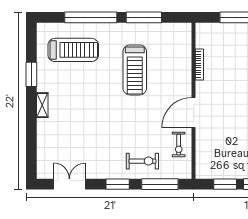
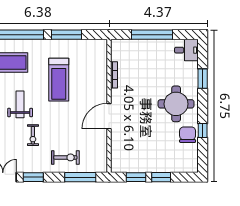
weight bench: (89, 99) -> (20, 104), added
exercise bike: (179, 145) -> (33, 135), moved
window: (118, 184) -> (33, 177), moved

